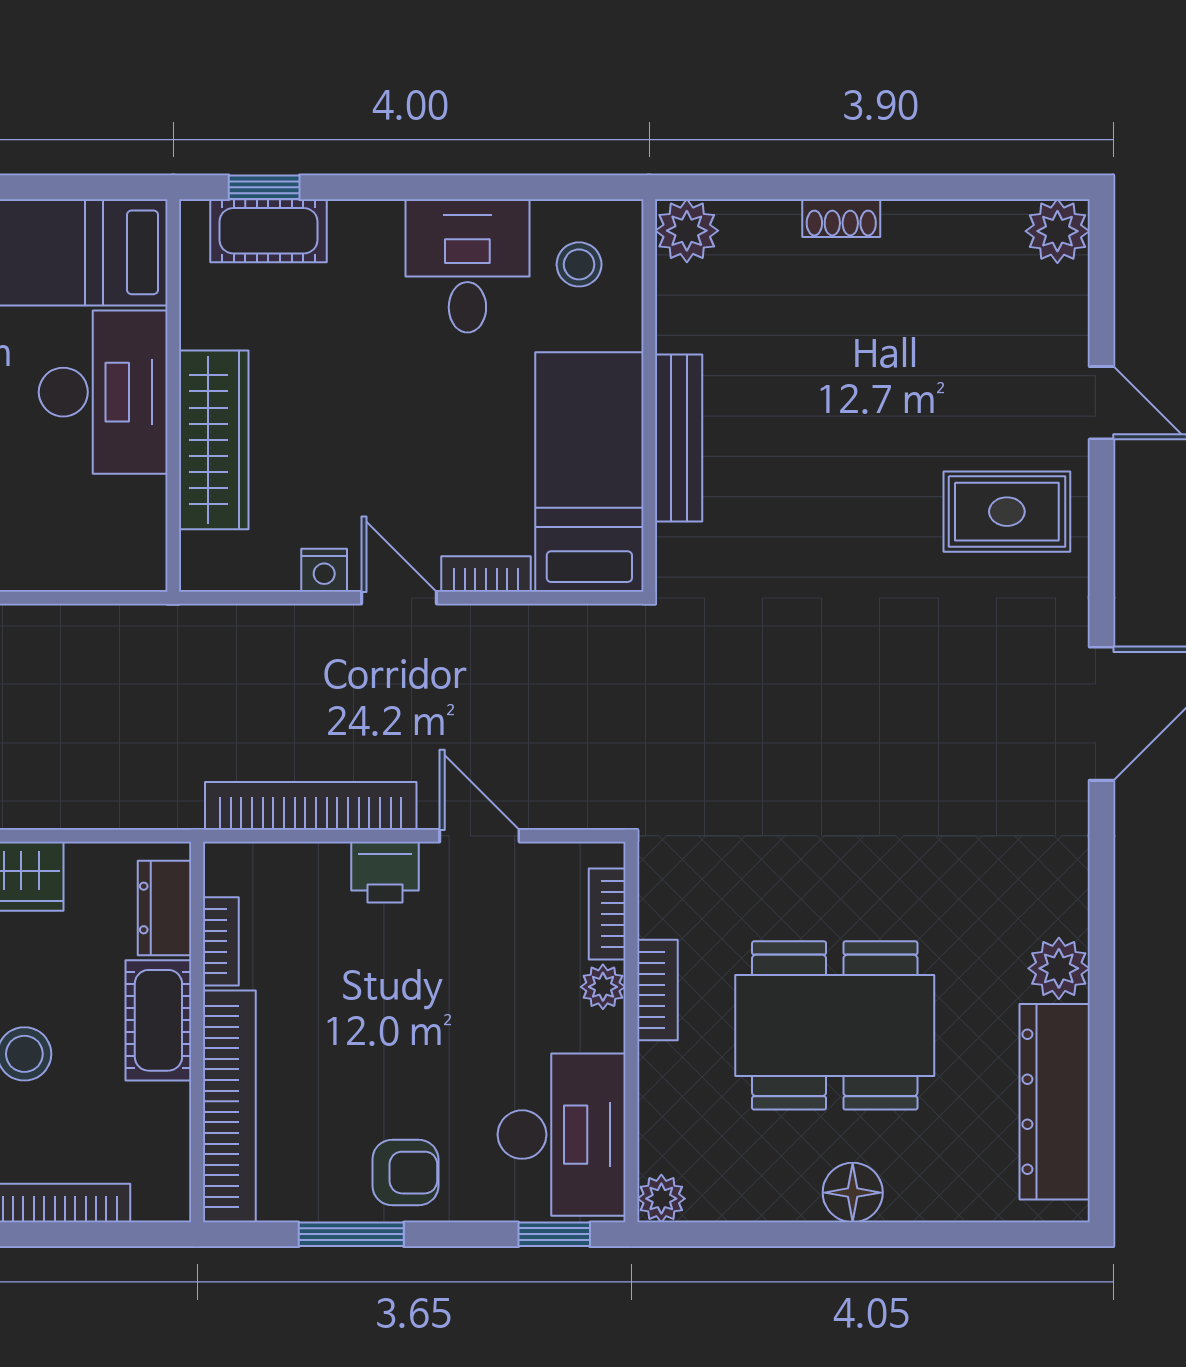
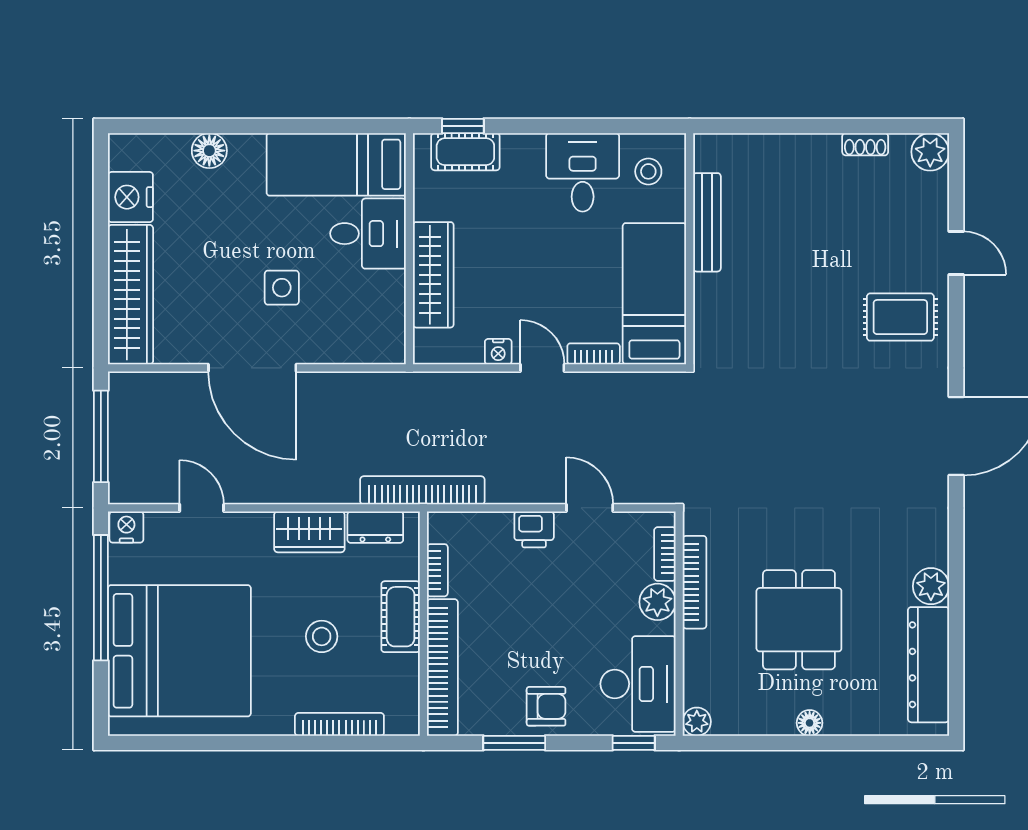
shoe rack: (841, 218) -> (865, 144), moved
plant: (687, 231) -> (712, 152), removed
desk: (103, 392) -> (368, 234), width x0.73
bench: (679, 438) -> (707, 222), moved
bookcase: (311, 806) -> (422, 490), moved
dresser: (164, 908) -> (375, 527), moved, turned -90
plant: (603, 987) -> (657, 602), width x1.38, depth x1.38
bookcase: (657, 990) -> (695, 582), width x1.56
dining table: (835, 1025) -> (799, 620), width x0.73
floor lamp: (853, 1193) -> (810, 723), width x0.73, depth x0.73

